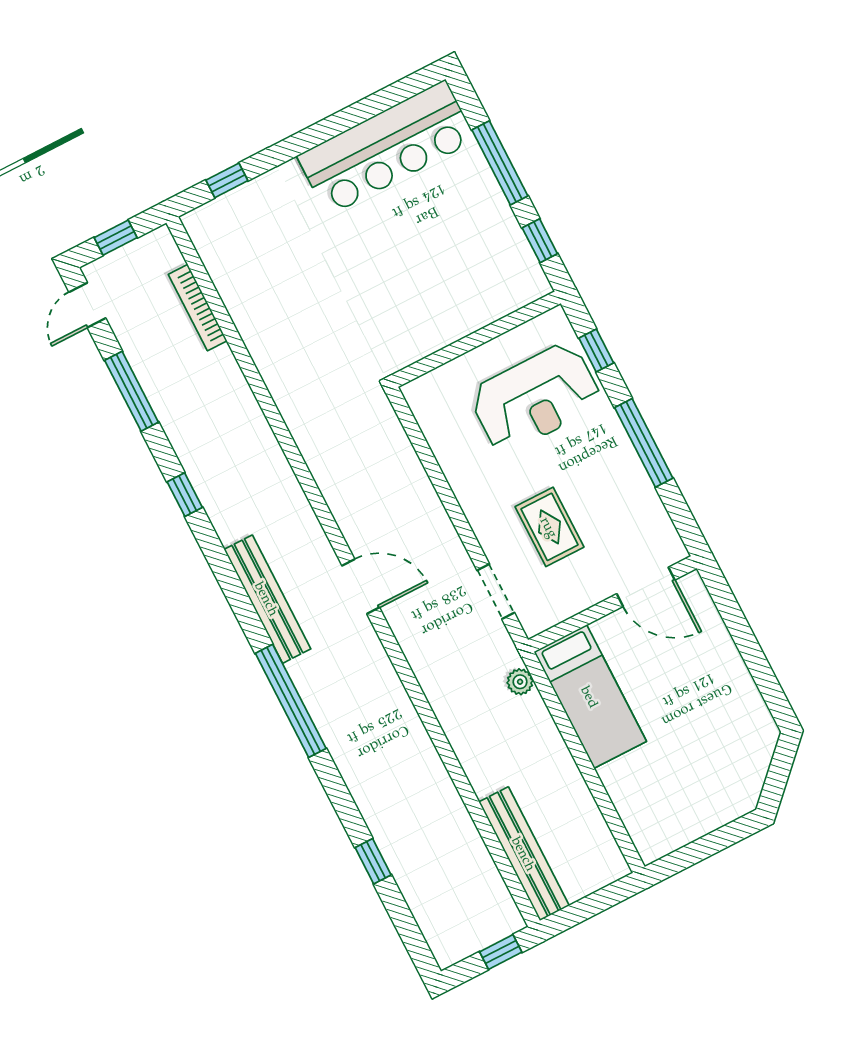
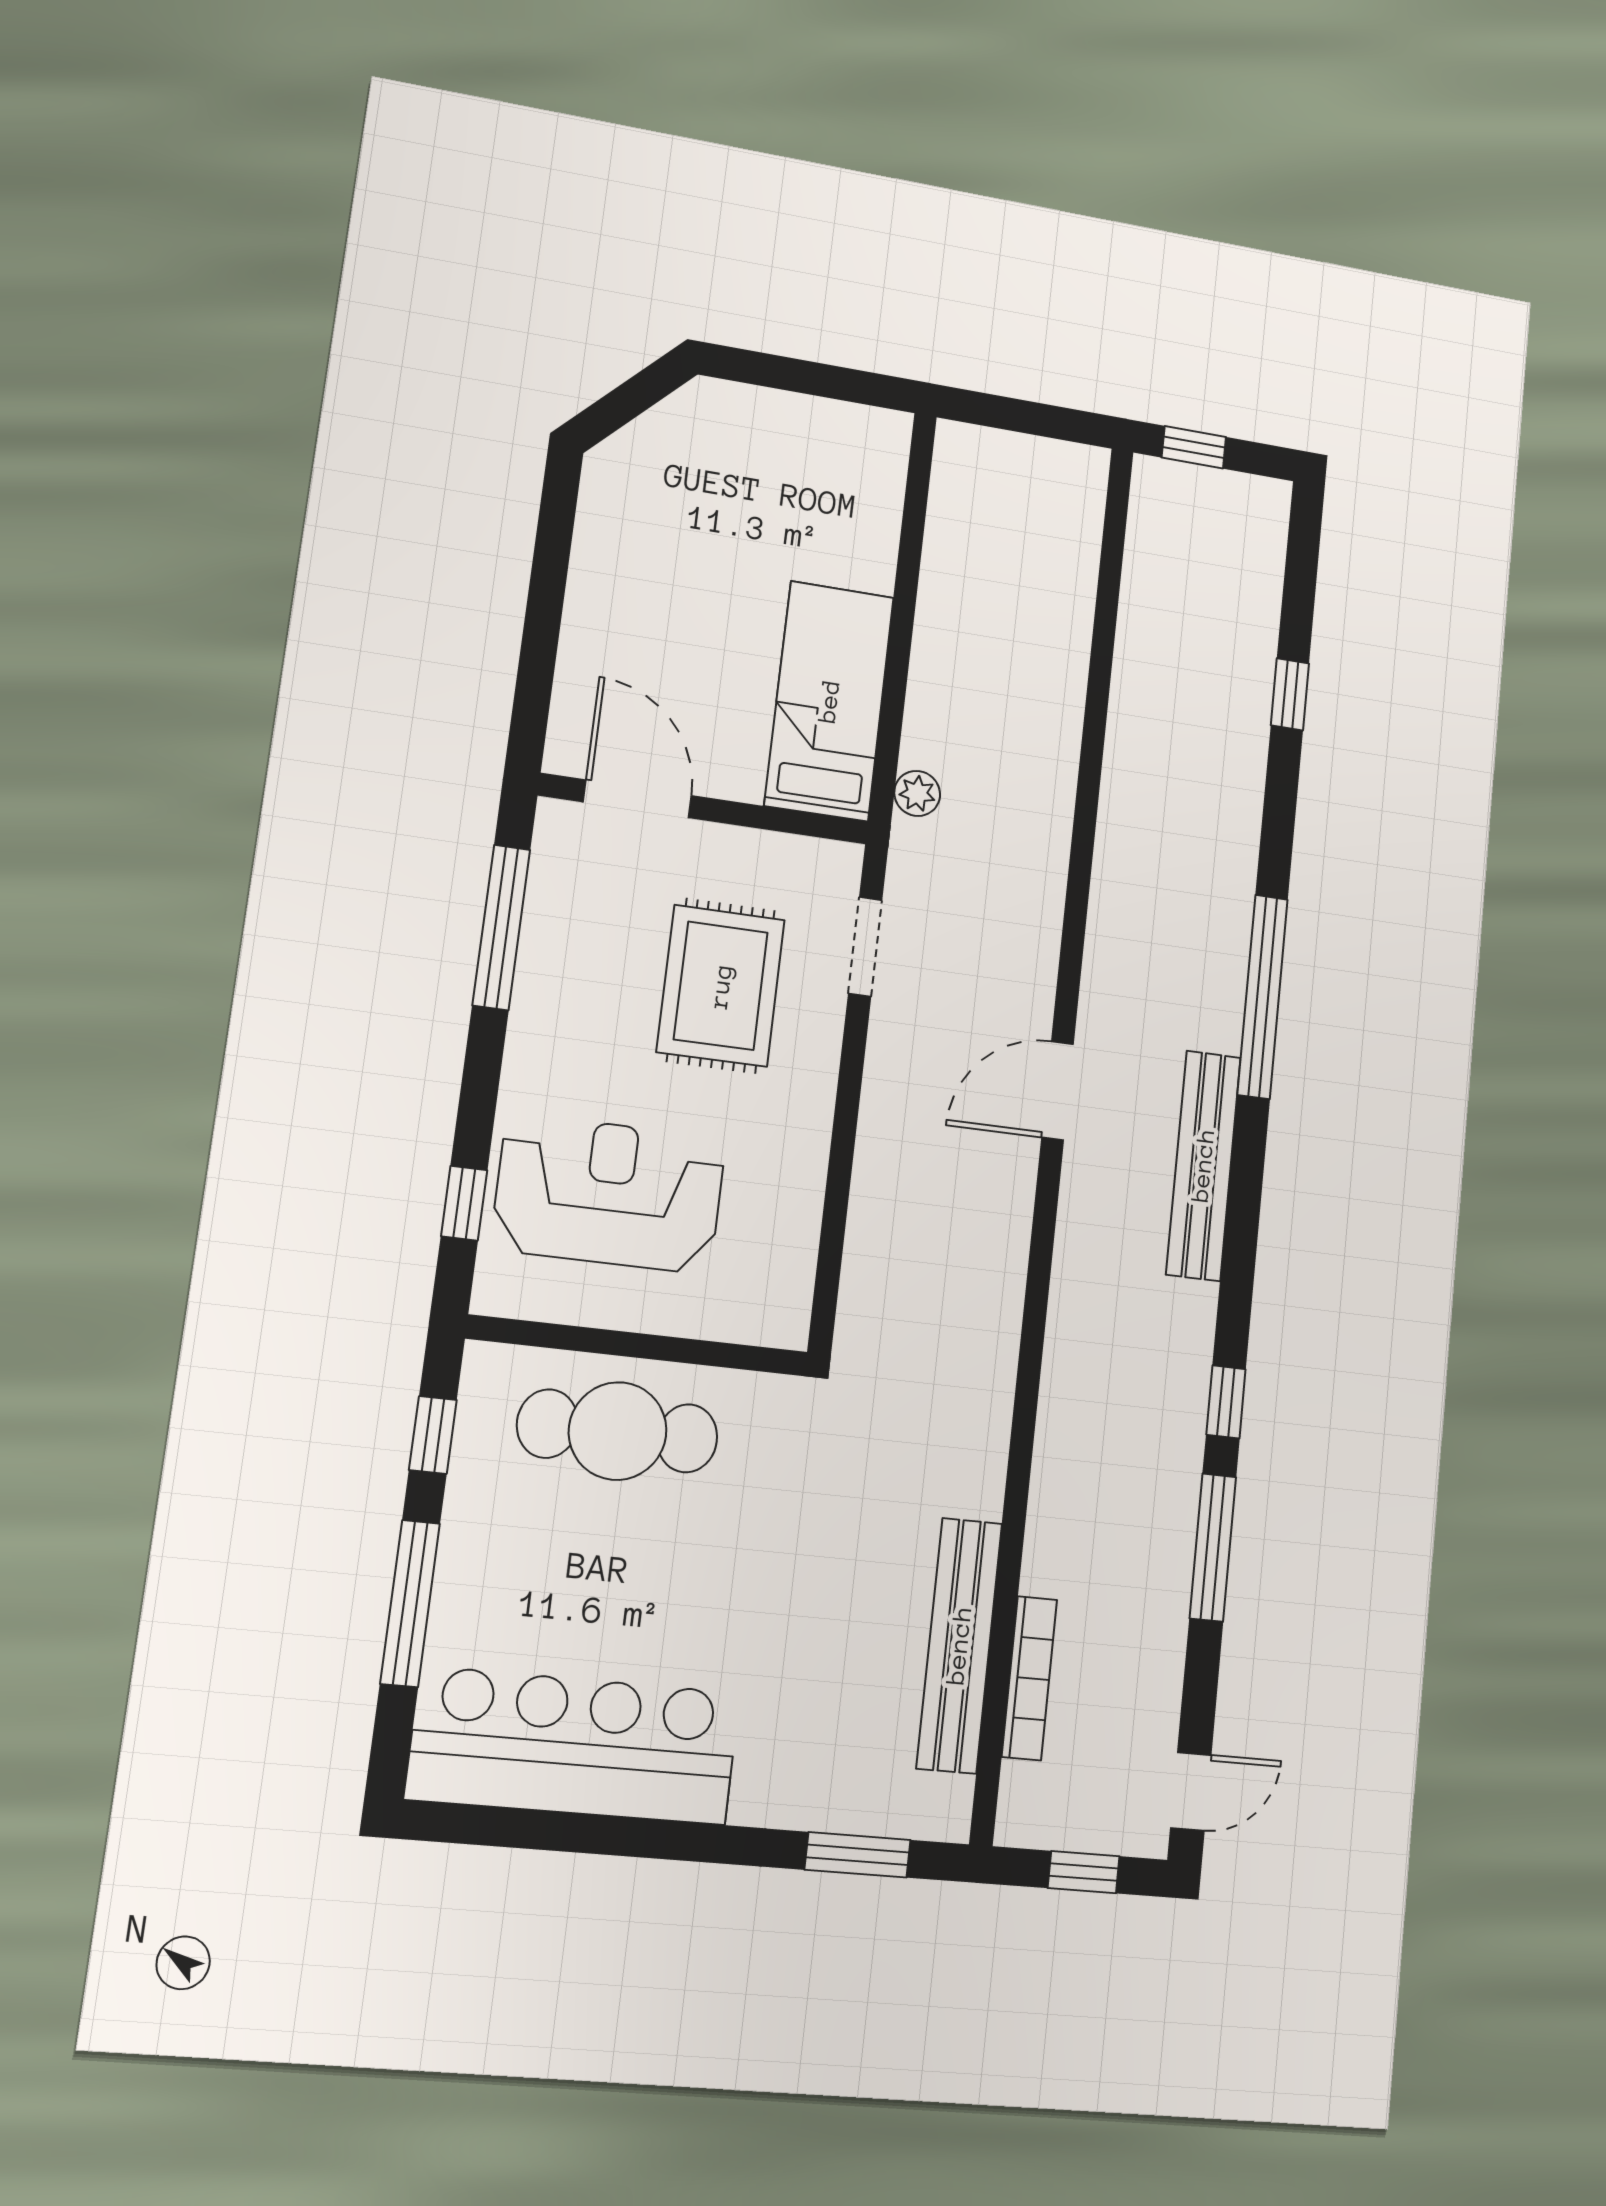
window: (227, 180) -> (858, 1855), width x1.50
cafe table: (460, 296) -> (618, 1431), added
window: (132, 391) -> (1213, 1547), moved
window: (644, 443) -> (501, 927), moved
rug: (549, 527) -> (721, 986), width x1.36, depth x1.43
door: (361, 587) -> (1057, 1091), hinge flipped
bench: (524, 854) -> (959, 1645), moved

